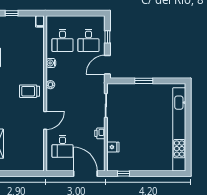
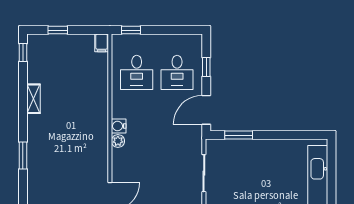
window: (59, 13) -> (131, 30), added
water cooler: (51, 63) -> (119, 126), moved
window: (144, 81) -> (239, 135), moved
trolley: (30, 91) -> (85, 151), removed

